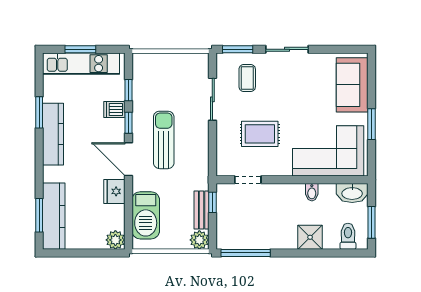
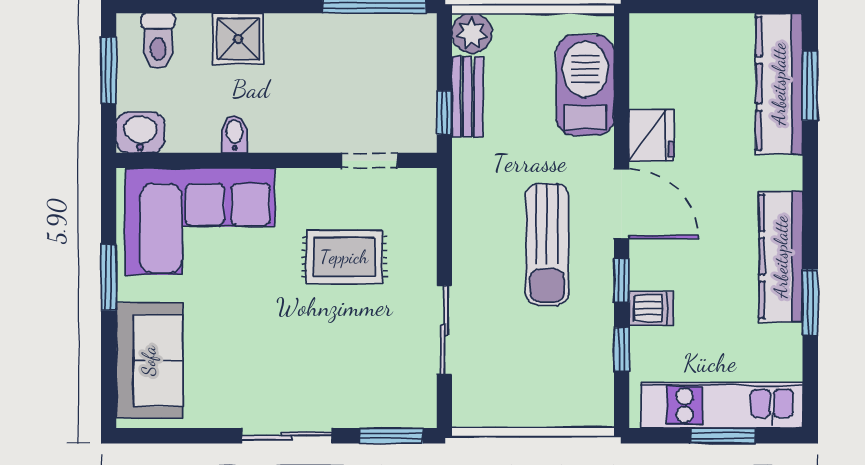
coffee table: (247, 78) -> (371, 375), removed
washbasin: (352, 193) -> (140, 132), width x0.72
plant: (115, 240) -> (649, 33), removed

